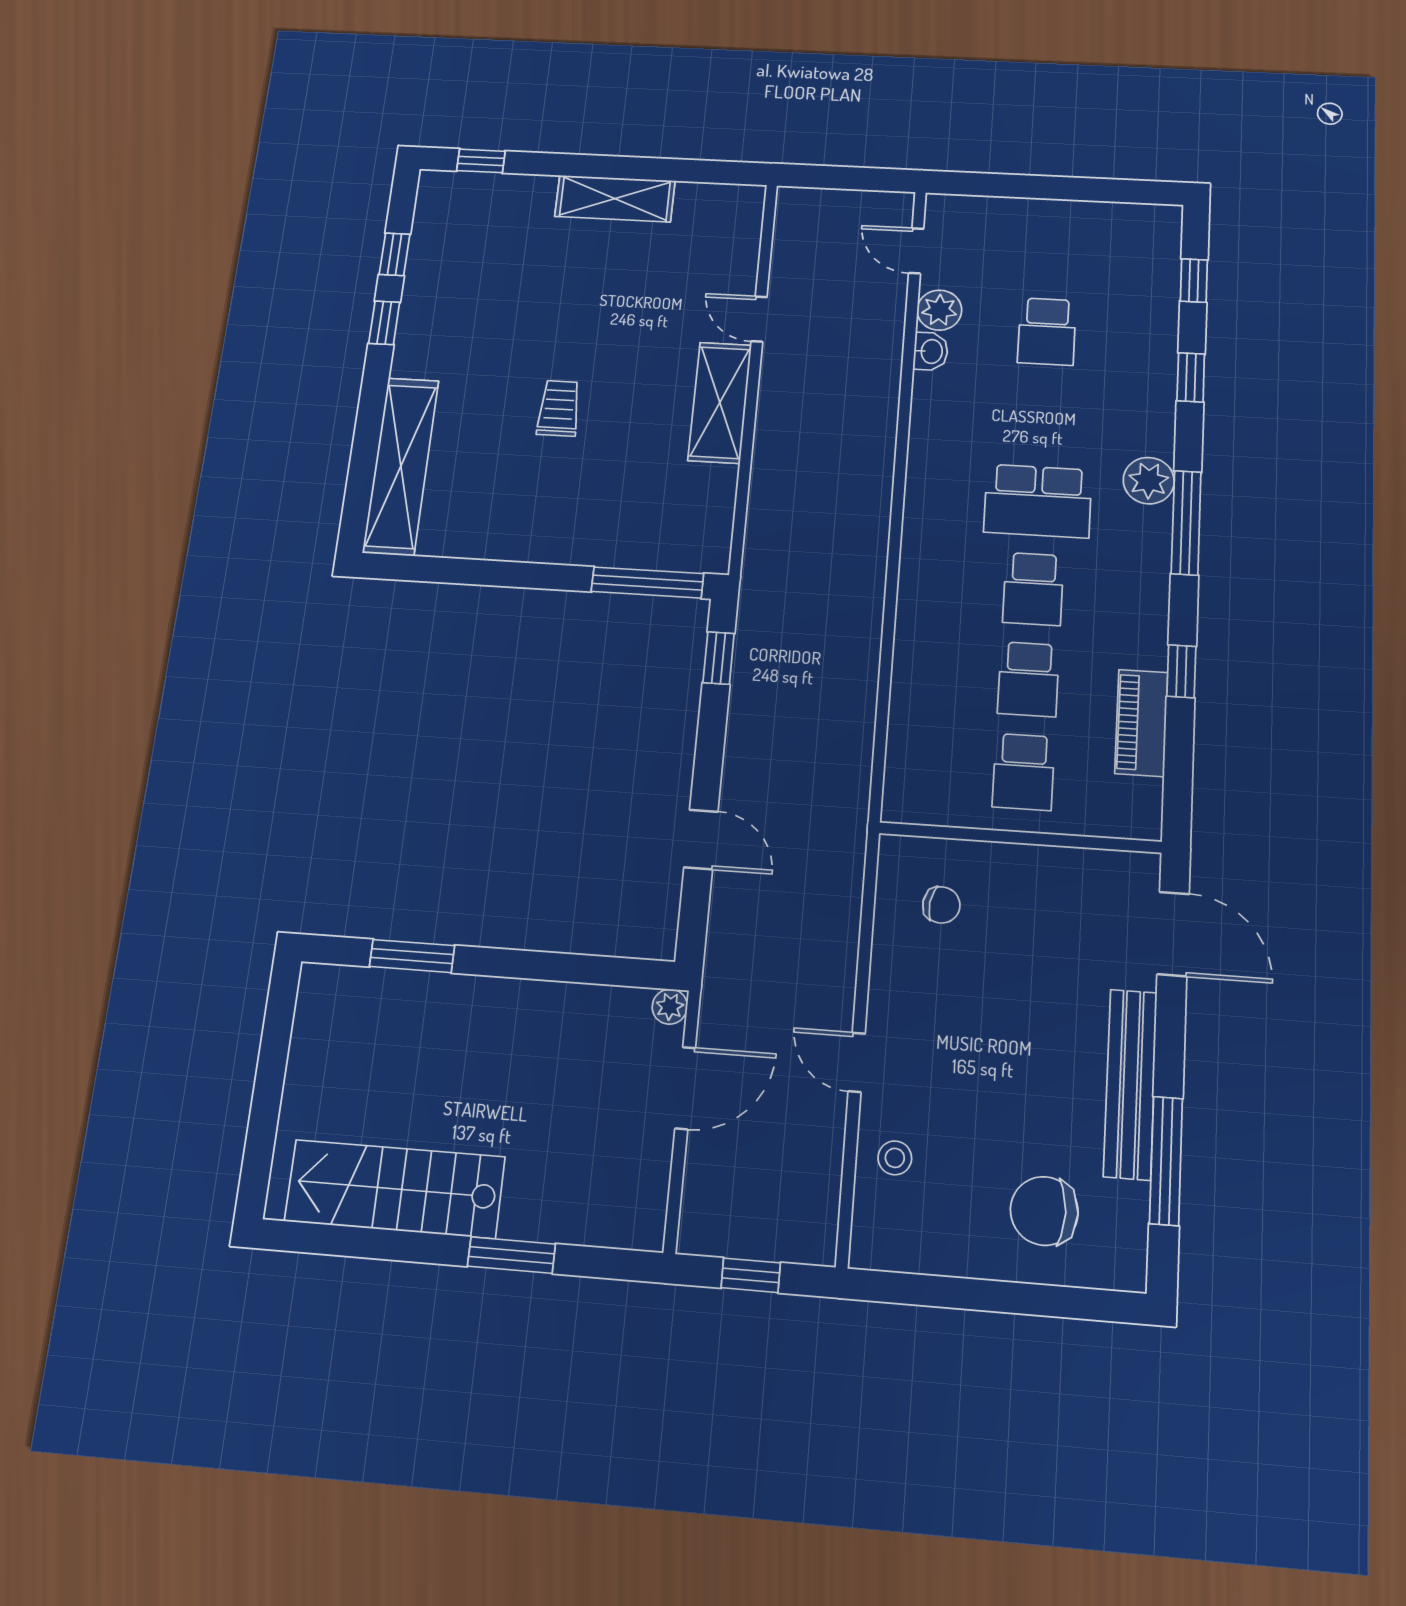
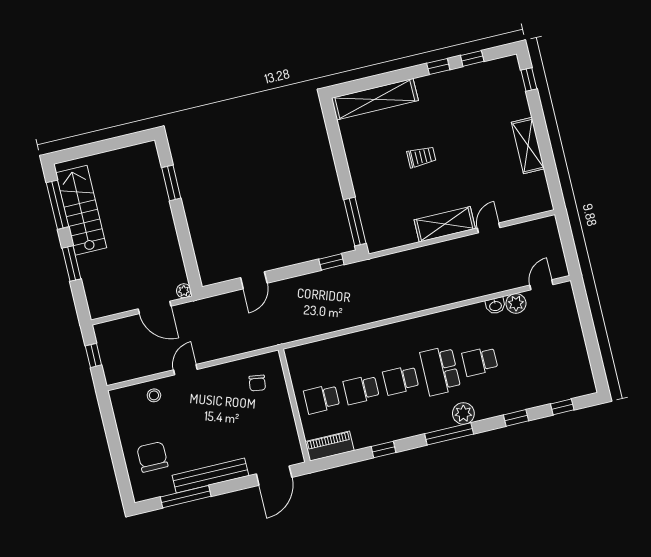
school desk: (1047, 332) -> (480, 361), moved
piano: (1141, 723) -> (330, 446), moved
window: (361, 1242) -> (57, 205), added

